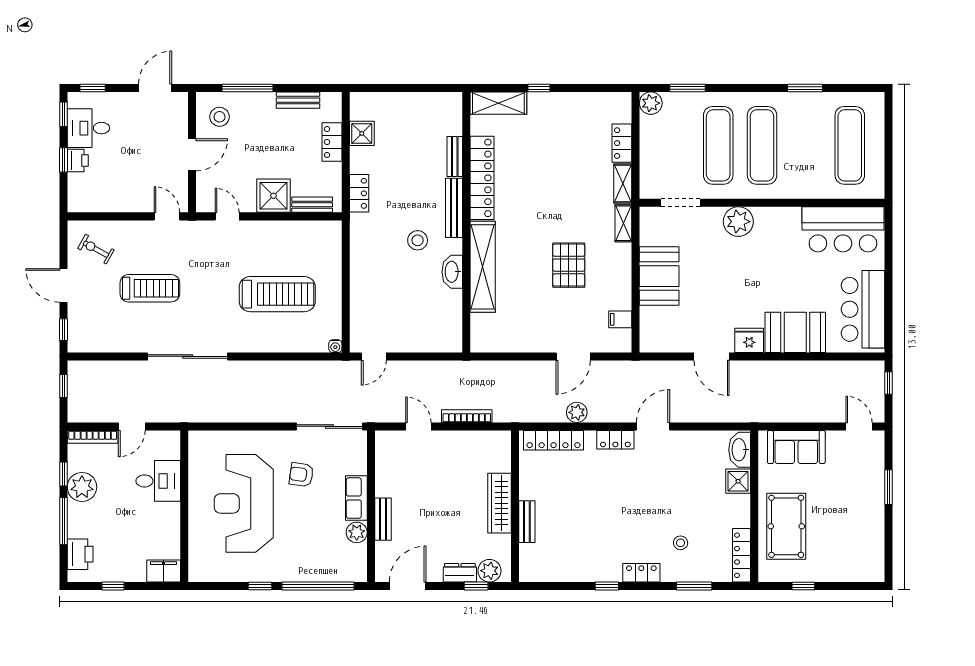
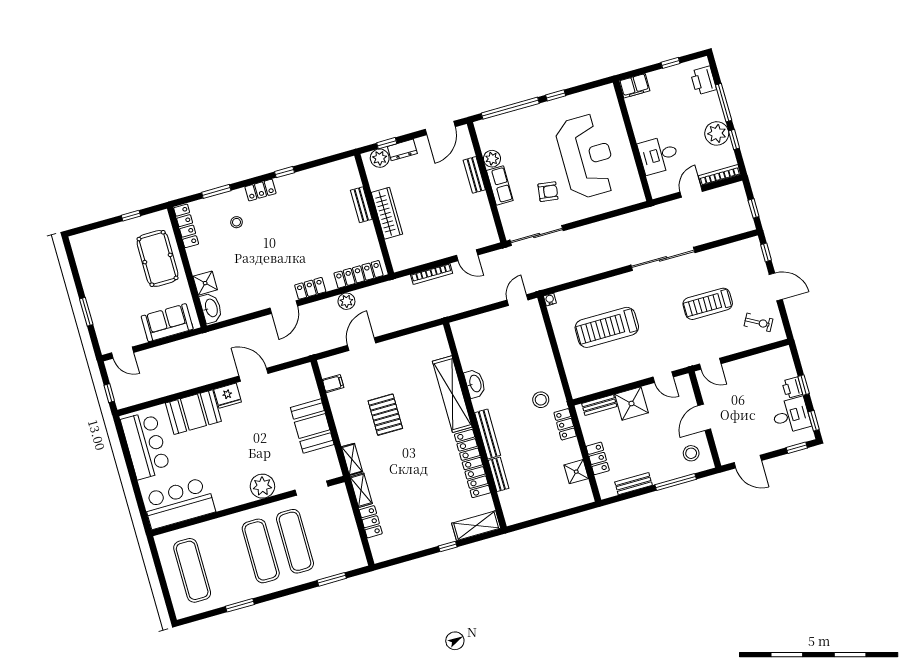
door: (155, 88) -> (748, 462), hinge flipped
plant: (651, 103) -> (357, 559), removed
stool: (418, 240) -> (541, 400), moved

